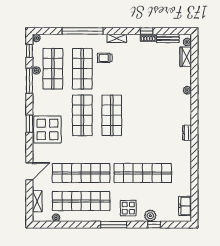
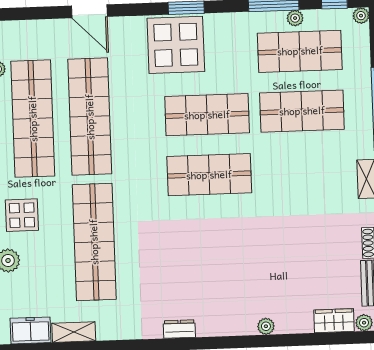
trolley: (105, 58) -> (326, 156), removed
shelving: (37, 201) -> (74, 332), moved

